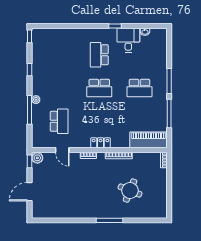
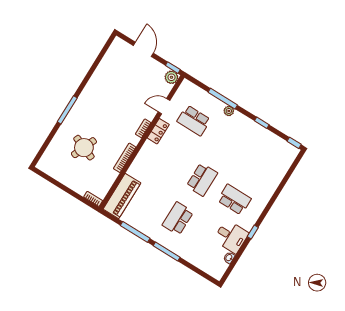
school desk: (99, 88) -> (202, 180), turned 180
locker: (101, 143) -> (158, 131), moved

